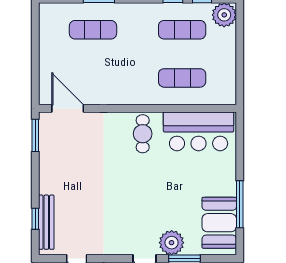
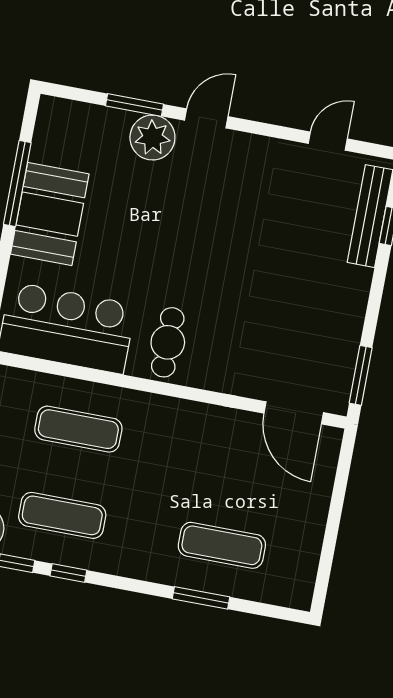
booth: (219, 223) -> (50, 214), moved

